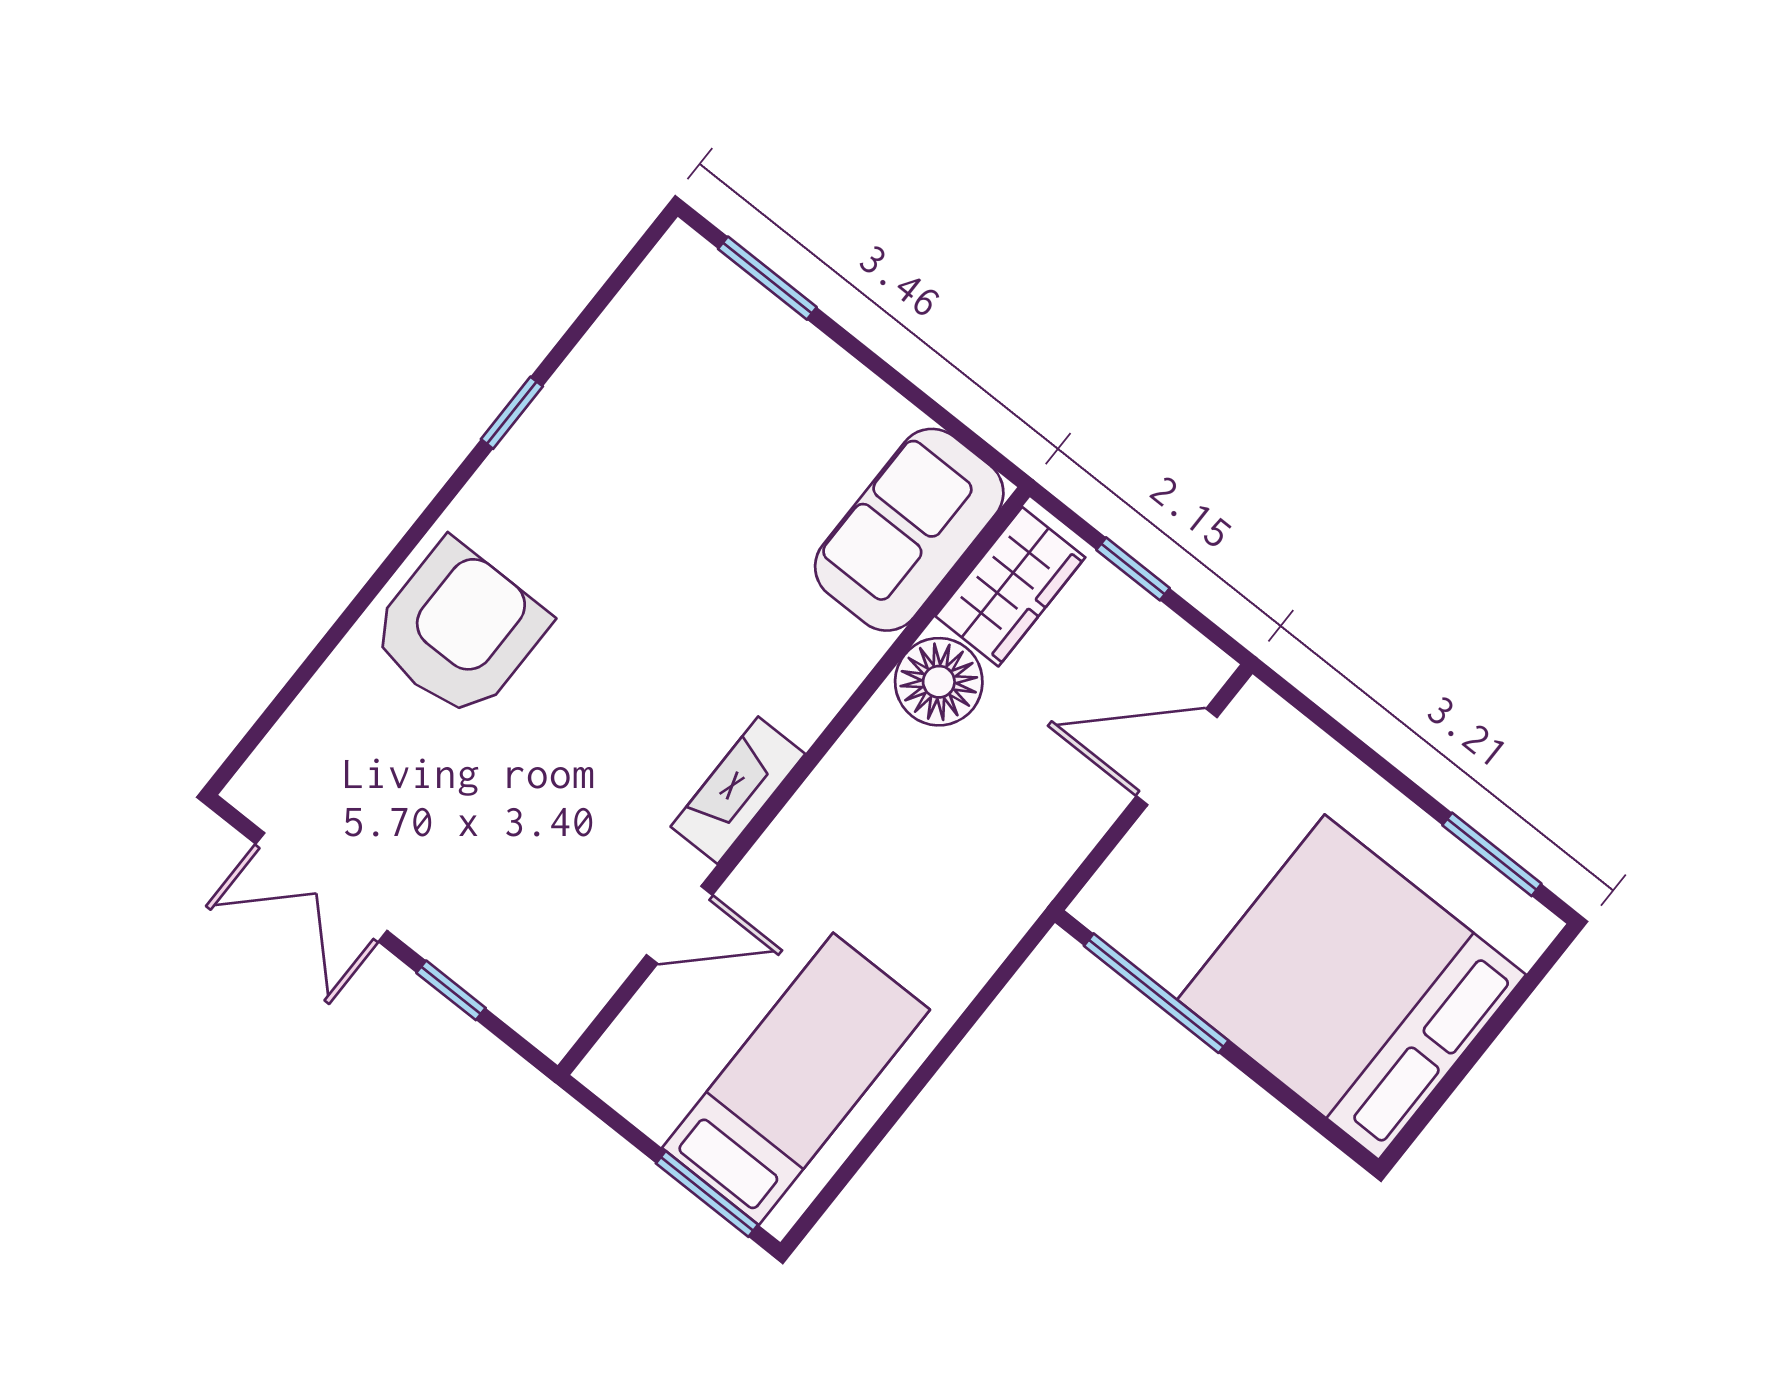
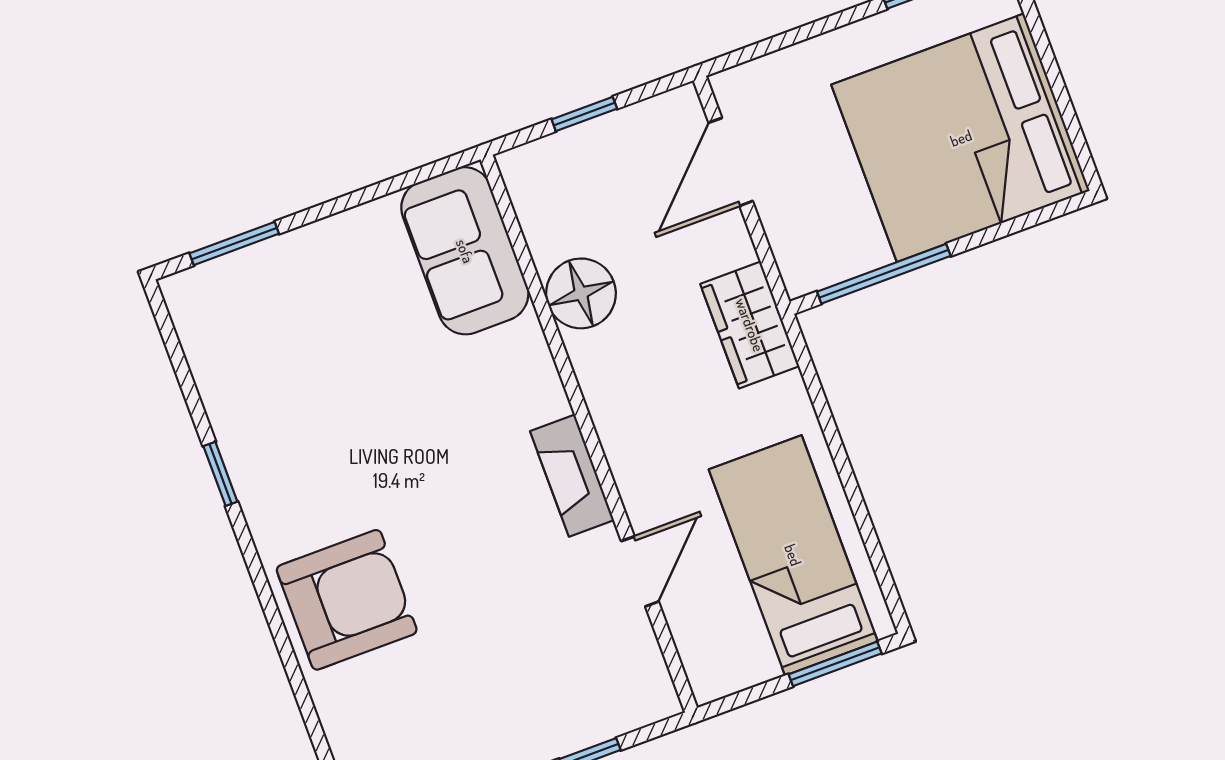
wardrobe: (1010, 587) -> (750, 325), moved, turned 180
armchair: (459, 630) -> (347, 600), turned 90

